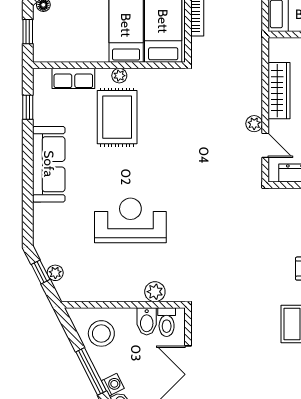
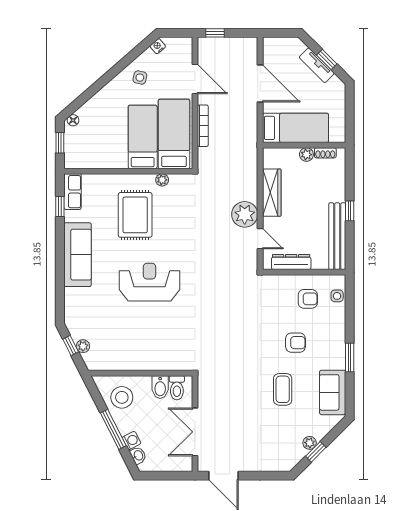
plant: (119, 76) -> (162, 180), moved
row of seats: (73, 78) -> (72, 192), moved, turned -90
plant: (254, 124) -> (245, 214), width x1.88, depth x1.88
reception desk: (130, 220) -> (150, 282), moved
plant: (155, 292) -> (167, 362), removed

